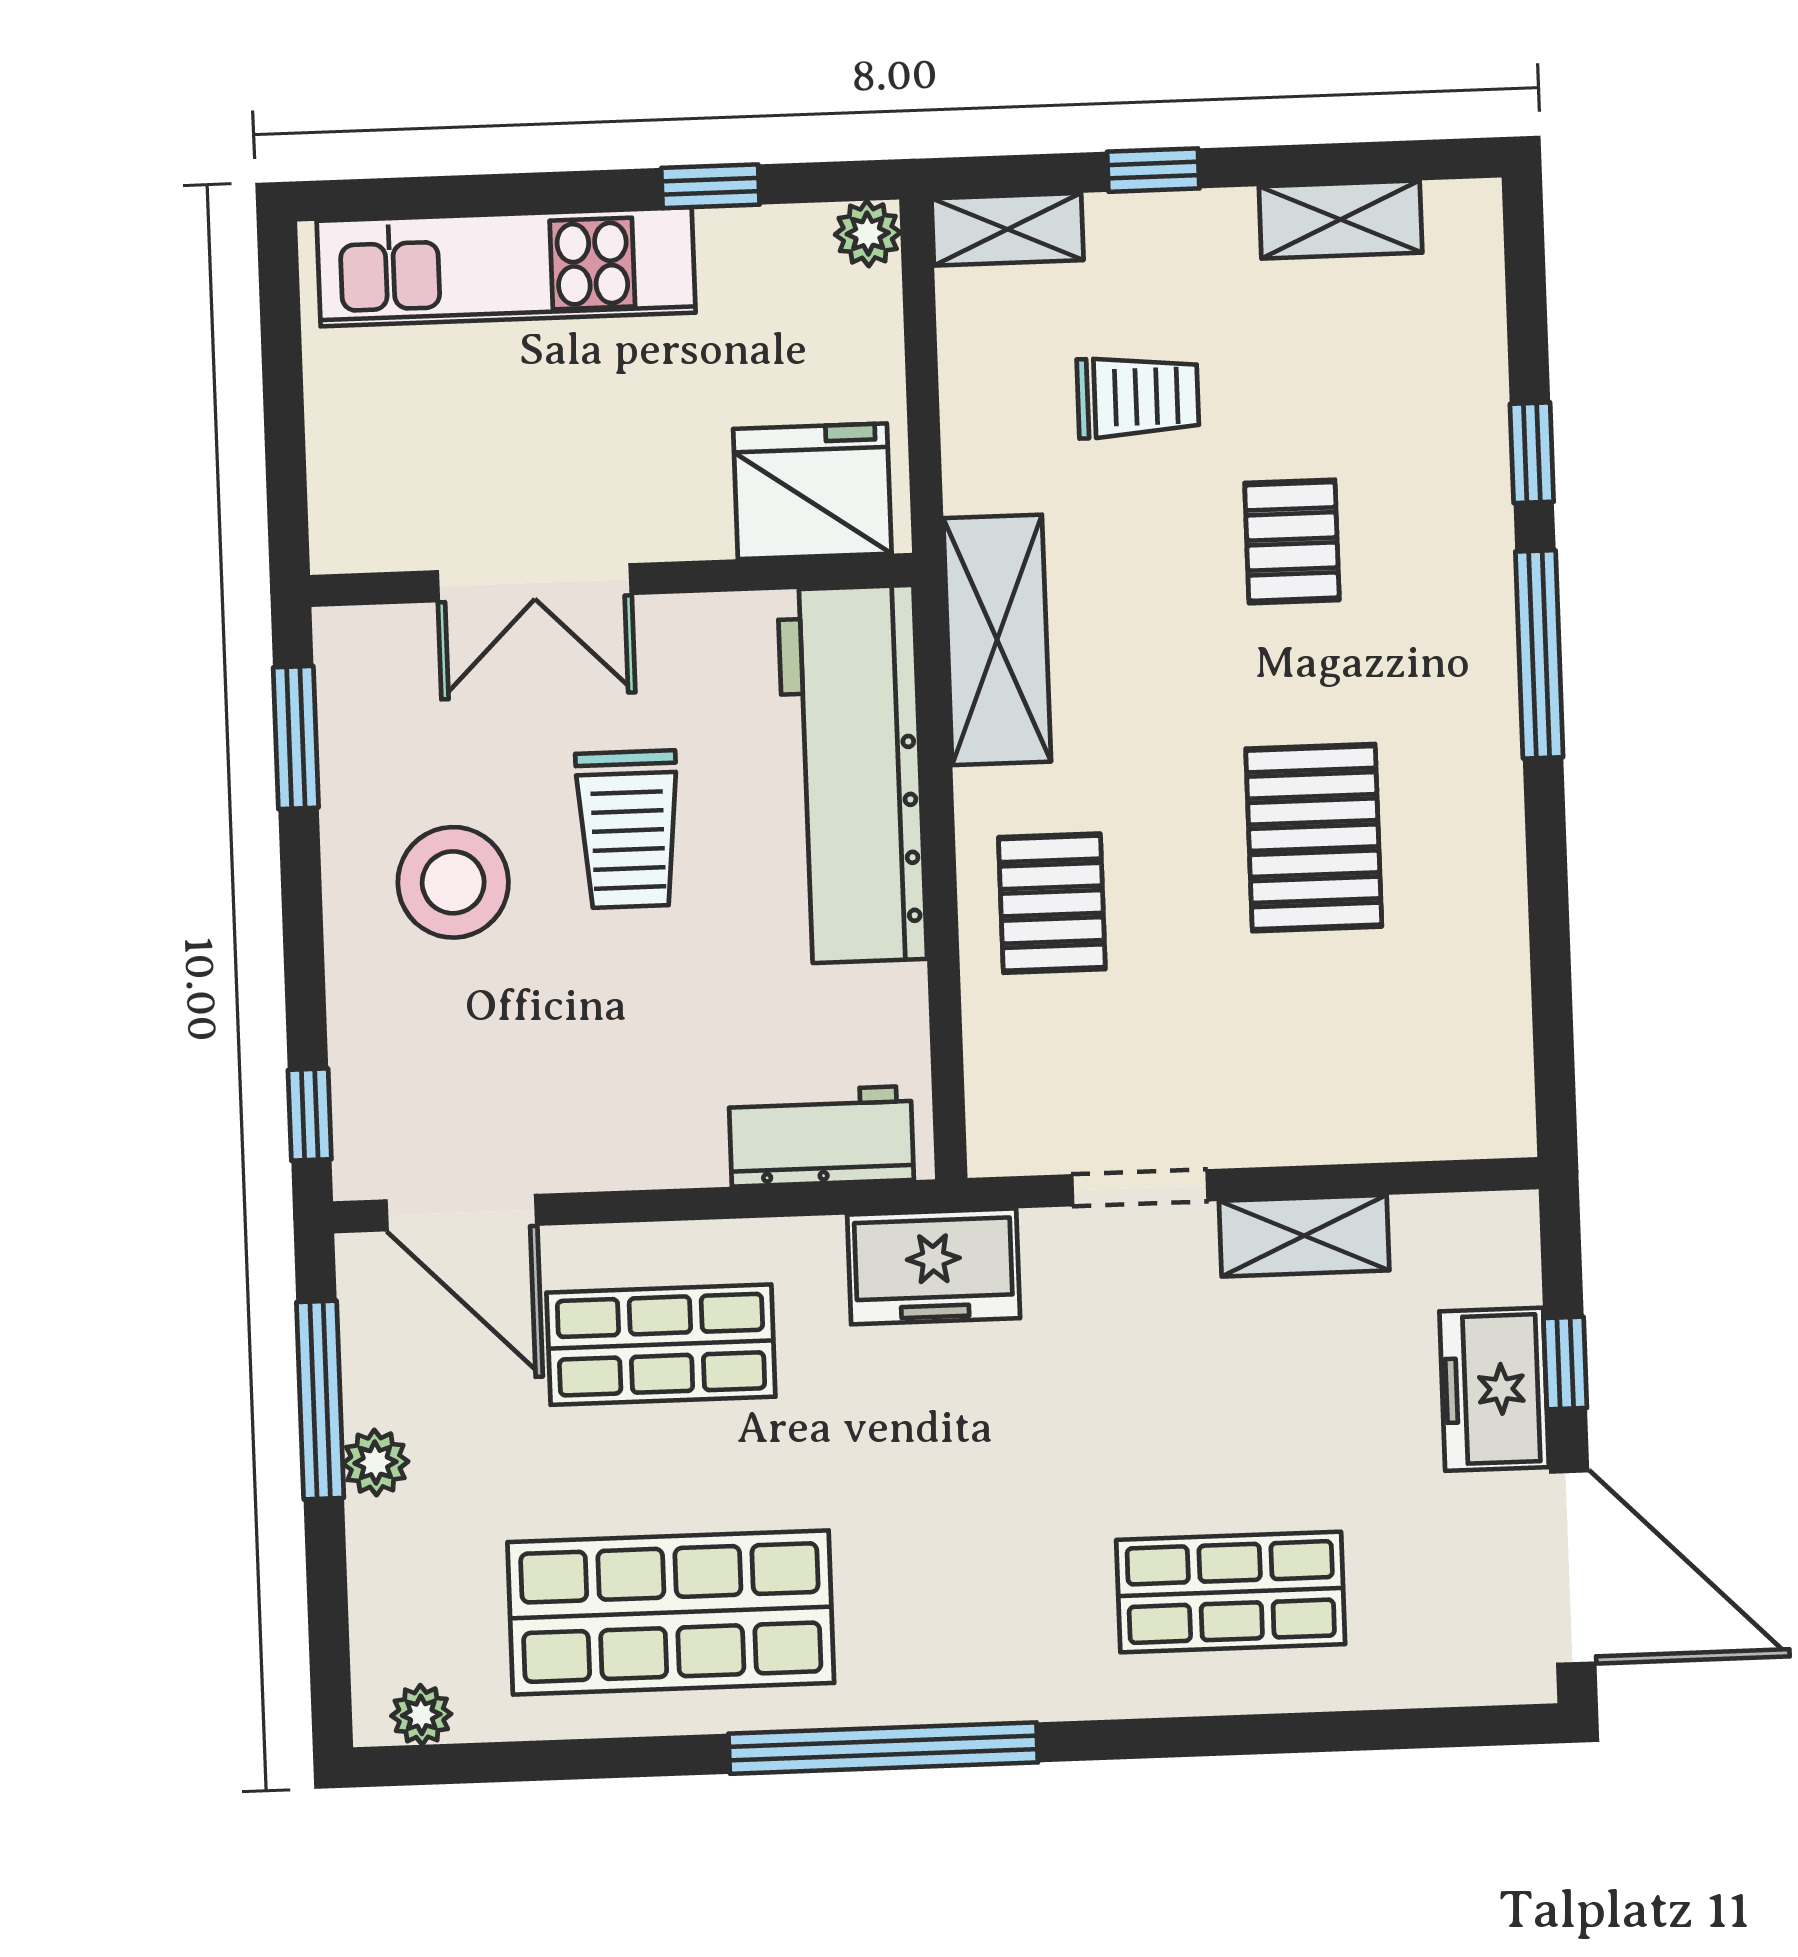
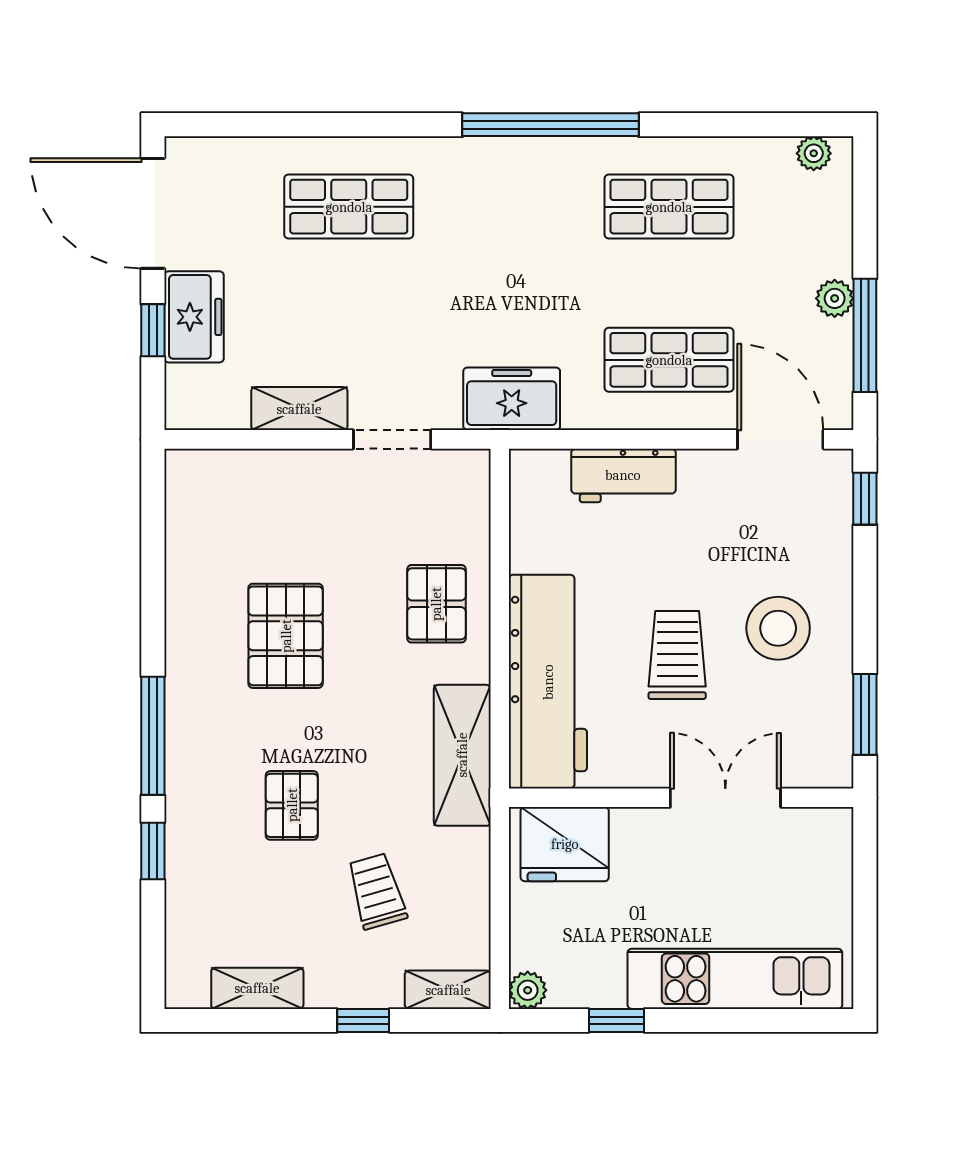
trolley: (1138, 397) -> (377, 891), turned 74
workbench: (821, 1136) -> (623, 475), moved
shop shelf: (671, 1613) -> (669, 207), width x0.70, depth x0.74

